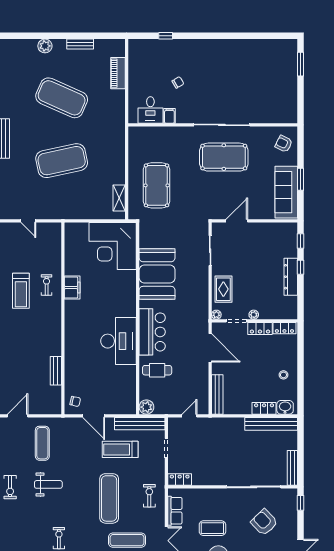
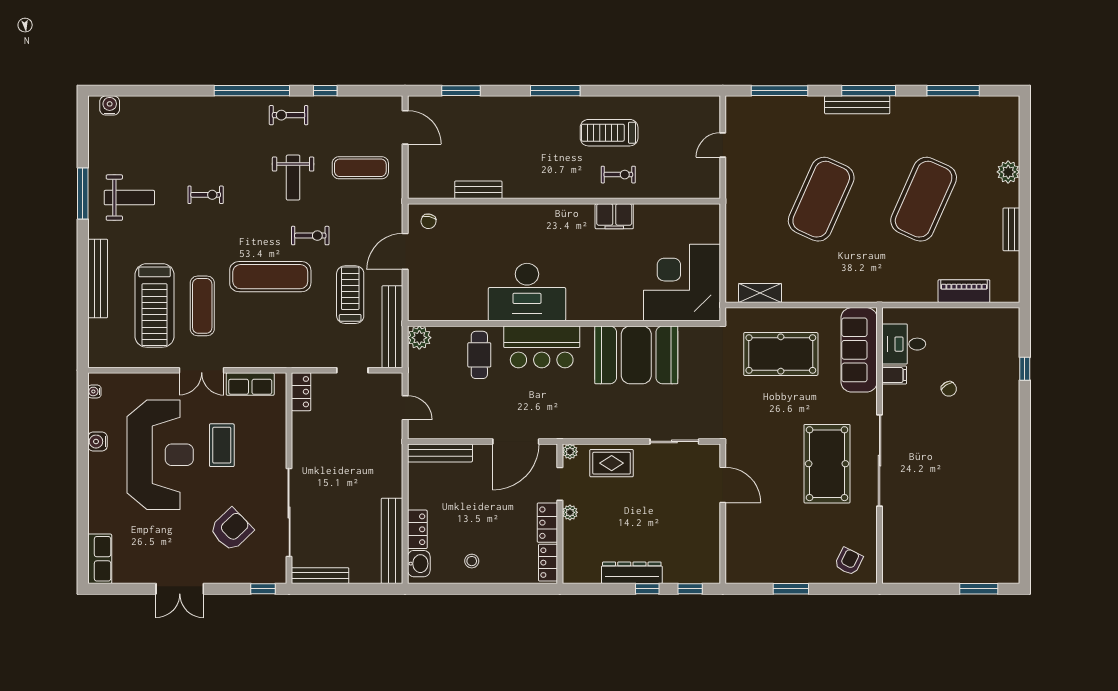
exercise mat: (62, 161) -> (821, 199), turned 36
sofa: (286, 192) -> (859, 350), moved, turned -90
exercise bike: (149, 496) -> (310, 236), moved

